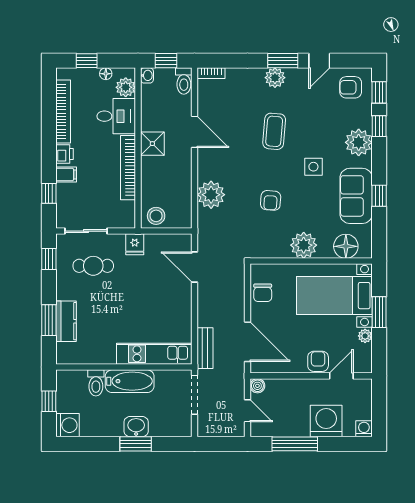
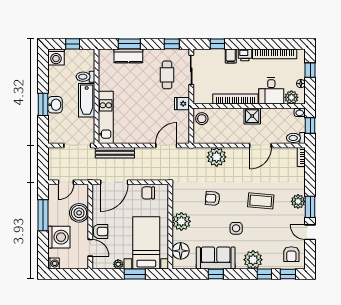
armchair: (351, 87) -> (291, 254), turned 180
bench: (205, 348) -> (115, 153), width x1.36
boiler: (257, 386) -> (79, 213), moved, width x1.86, depth x1.86

